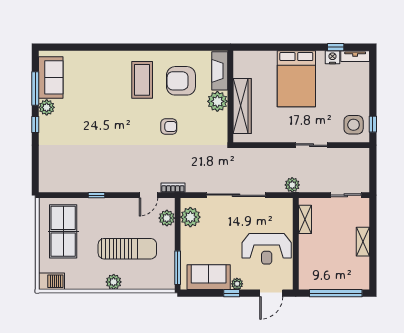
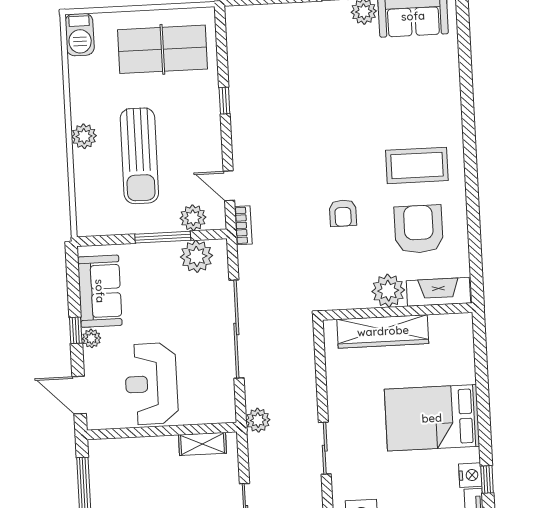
window: (178, 268) -> (163, 237), moved

